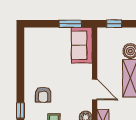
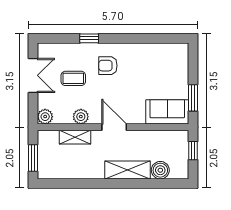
door: (95, 90) -> (114, 127), swing flipped

